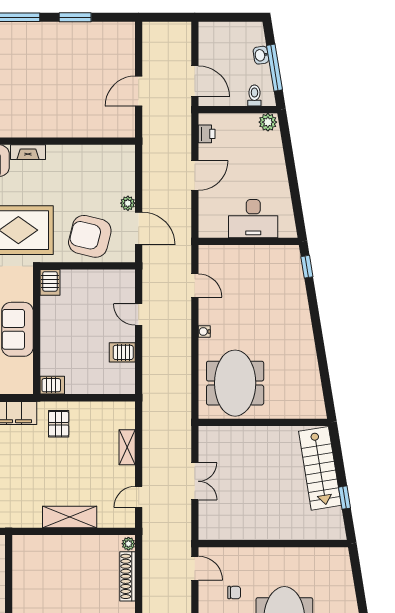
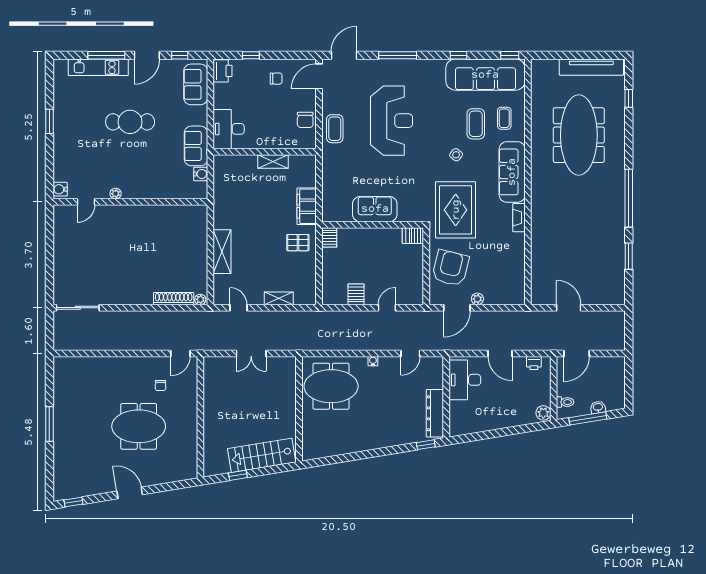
desk: (253, 219) -> (465, 380), moved
dresser: (268, 255) -> (435, 413), added

